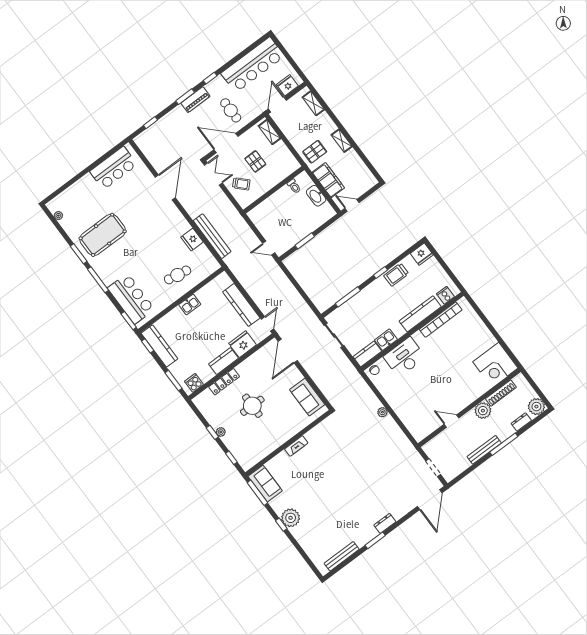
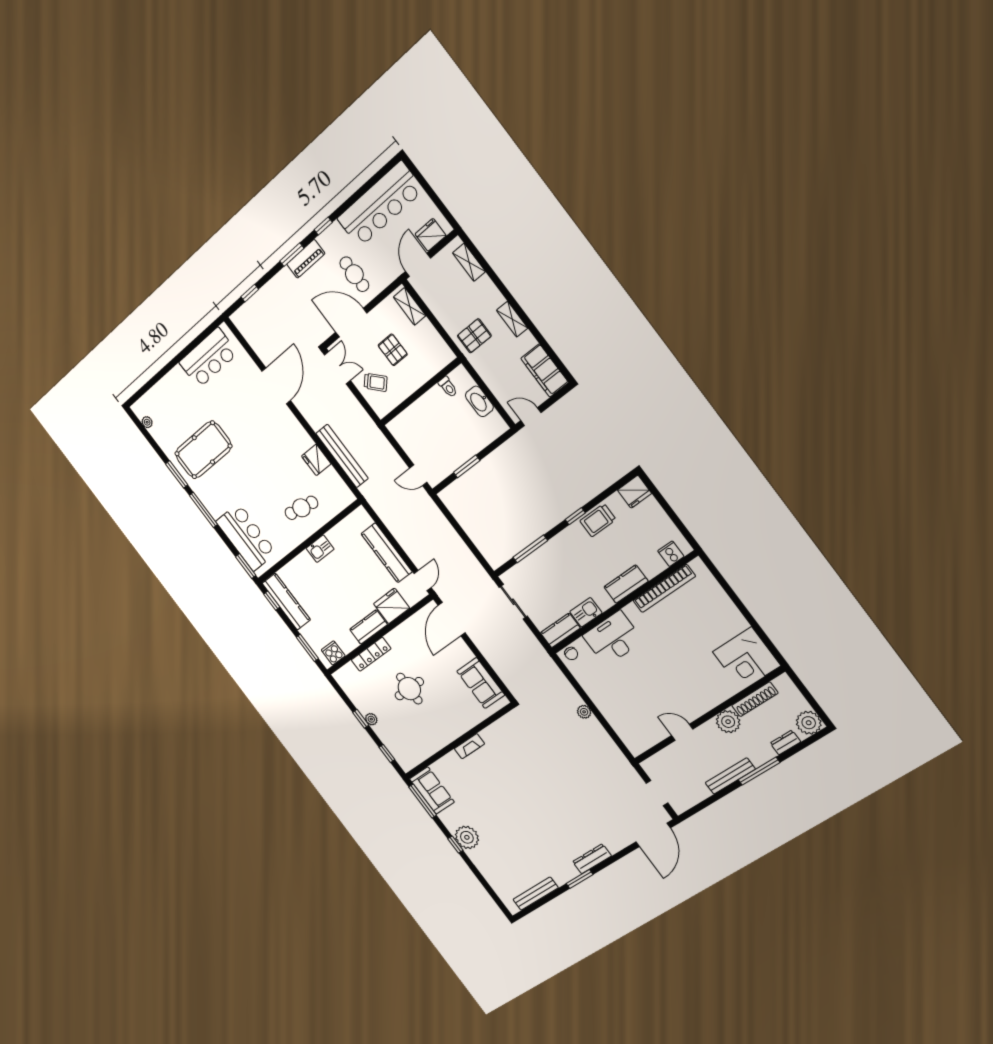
filing cabinet: (328, 180) -> (545, 370), moved, turned 180
kitchen counter: (420, 314) -> (626, 584), width x0.67
dresser: (385, 523) -> (592, 859), width x1.44

